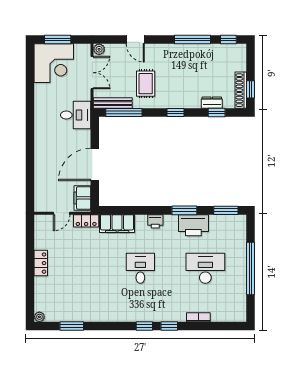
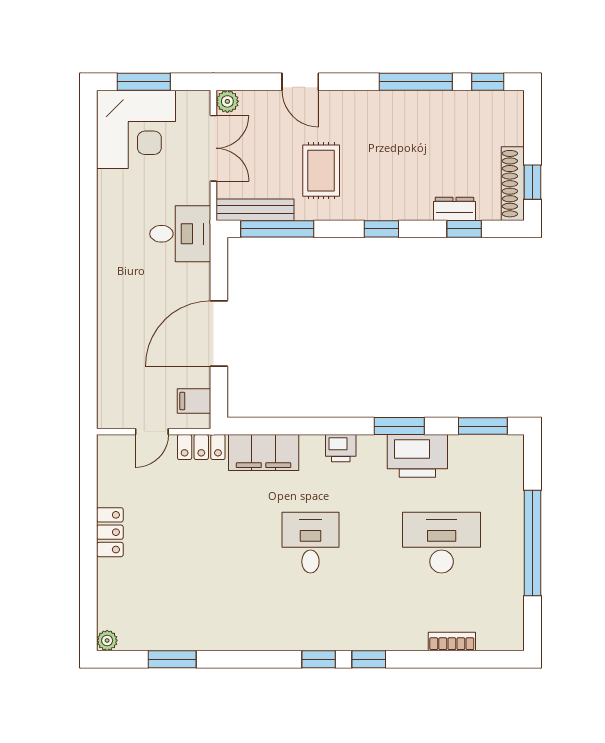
filing cabinet: (82, 198) -> (194, 401), width x0.50
bookcase: (198, 317) -> (452, 641), moved

